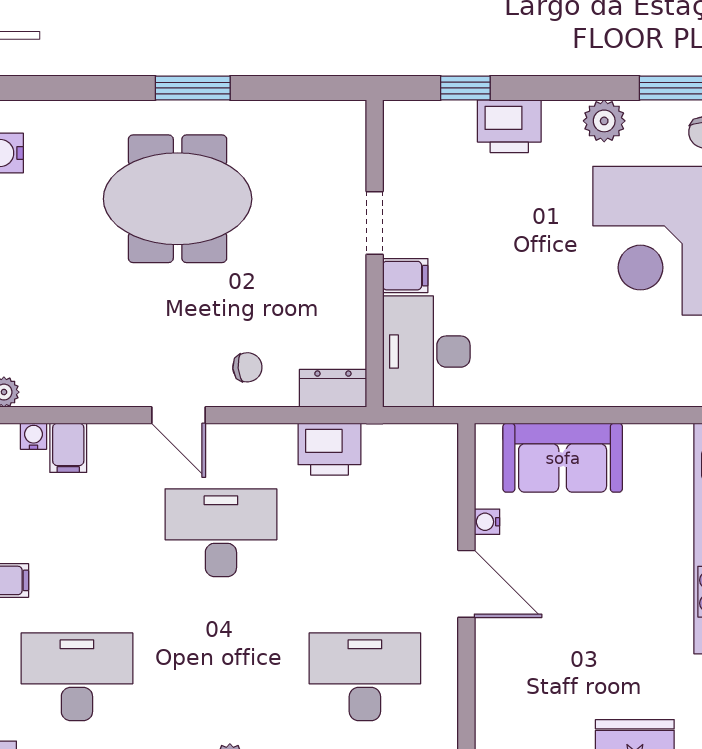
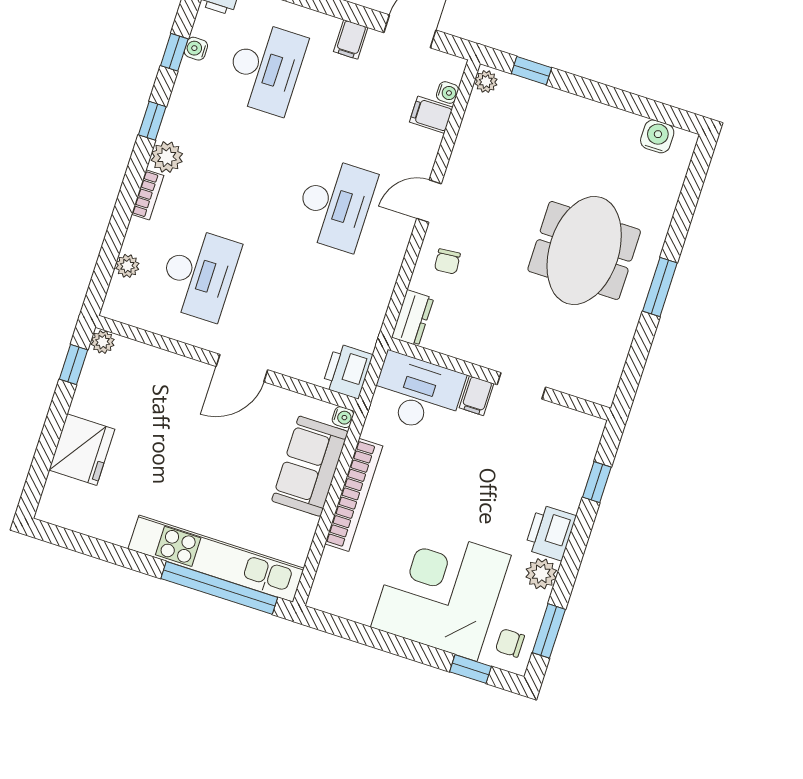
printer: (509, 126) -> (550, 532), moved
bookcase: (581, 390) -> (354, 495), added
printer: (329, 449) -> (347, 371), moved
water cooler: (487, 522) -> (343, 417), moved, turned 90

